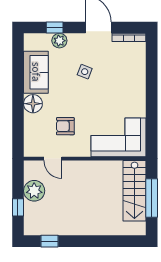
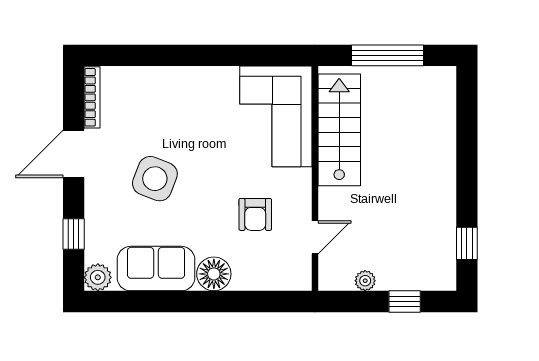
plant: (59, 41) -> (98, 277), moved
side table: (85, 72) -> (155, 179), width x1.87, depth x1.87
plant: (34, 191) -> (365, 281), width x0.53, depth x0.53
stairs: (134, 191) -> (339, 130), moved, turned -90

